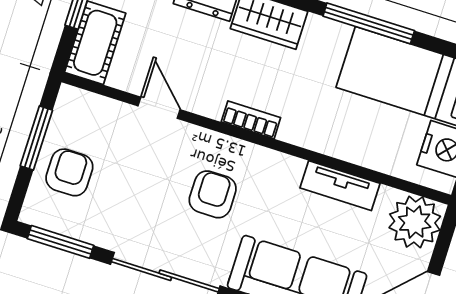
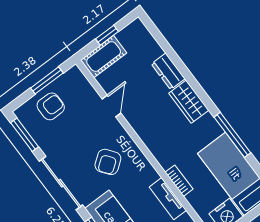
bookcase: (251, 120) -> (179, 181), moved
armchair: (213, 194) -> (108, 162), turned 143

